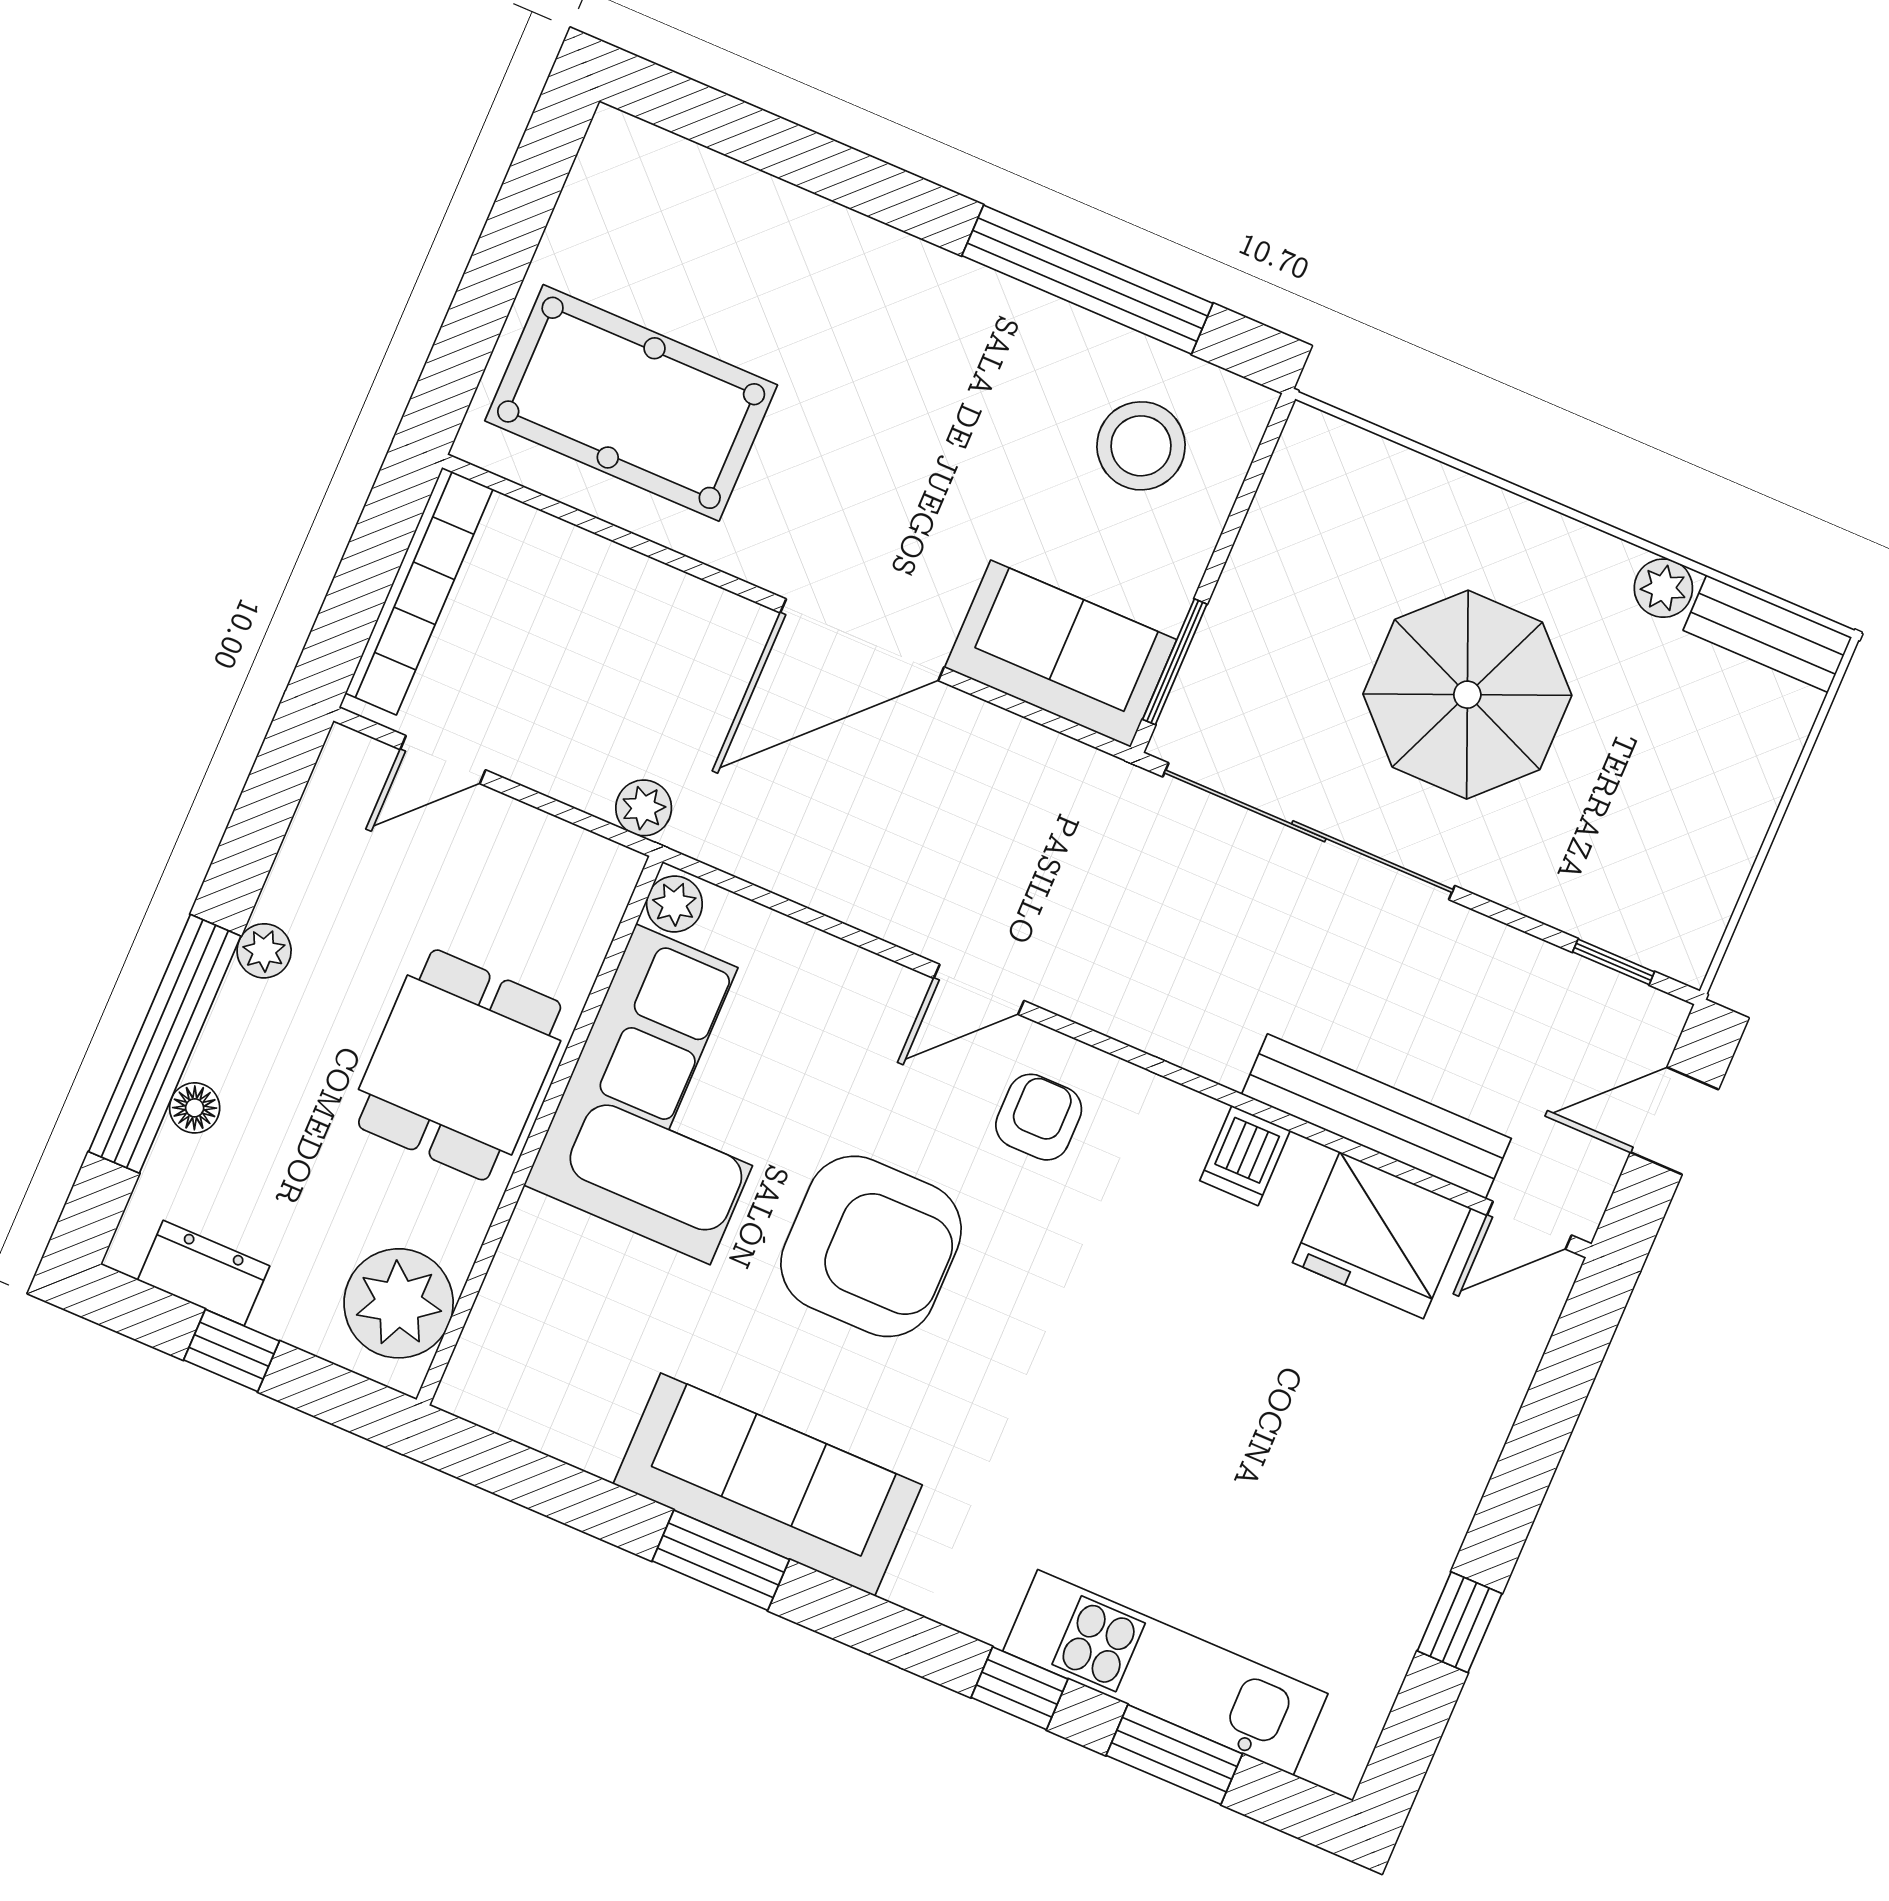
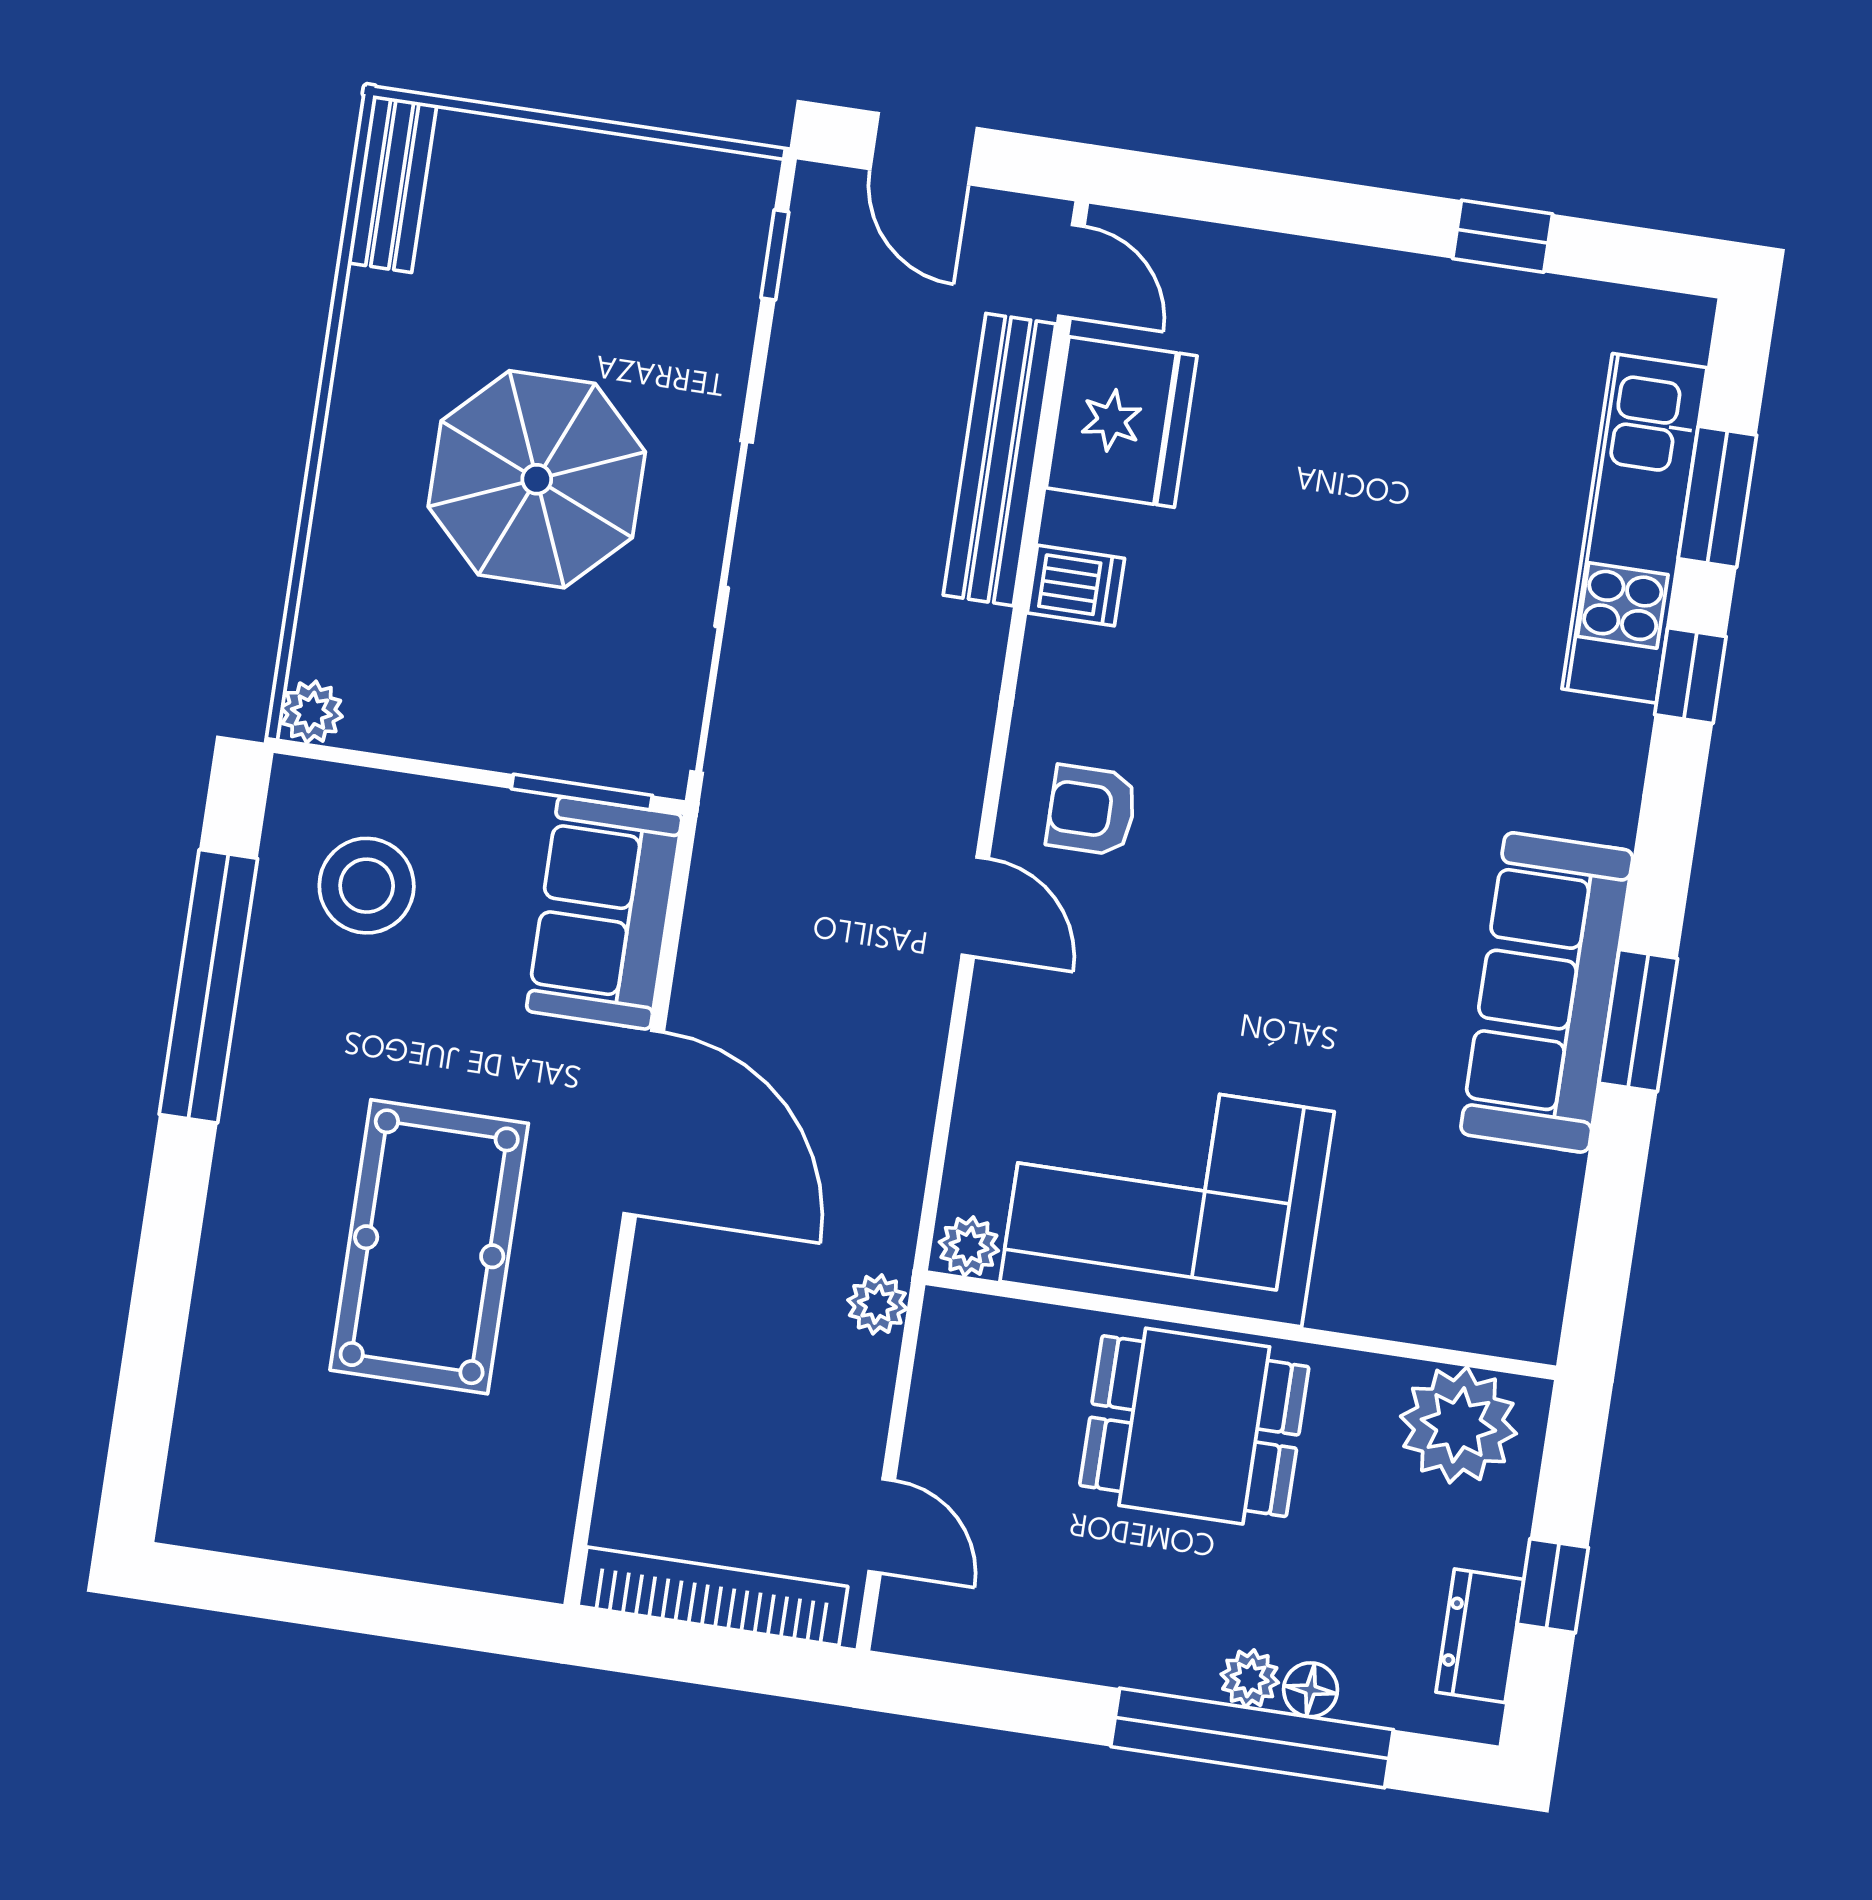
pool table: (631, 403) -> (429, 1247), moved
plant: (1663, 588) -> (311, 712), moved
plant: (264, 951) -> (1250, 1678), moved
armchair: (871, 1246) -> (1271, 949), removed

